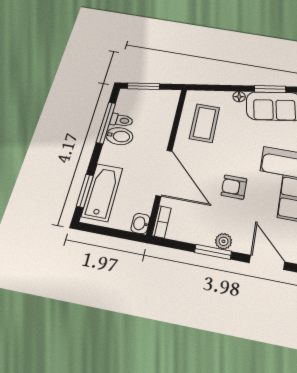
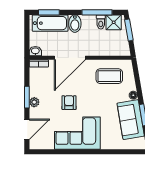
shower: (127, 104) -> (114, 22), added
bidet: (119, 136) -> (75, 24), moved

